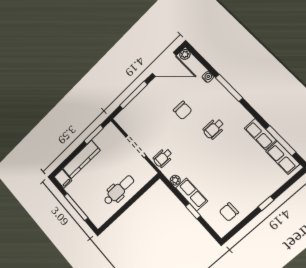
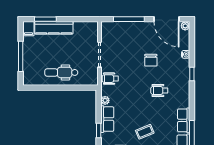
window: (229, 88) -> (192, 74), width x0.46
window: (94, 135) -> (45, 19), moved
coffee table: (234, 176) -> (145, 132), added
dental chair: (119, 190) -> (61, 72), turned 180

